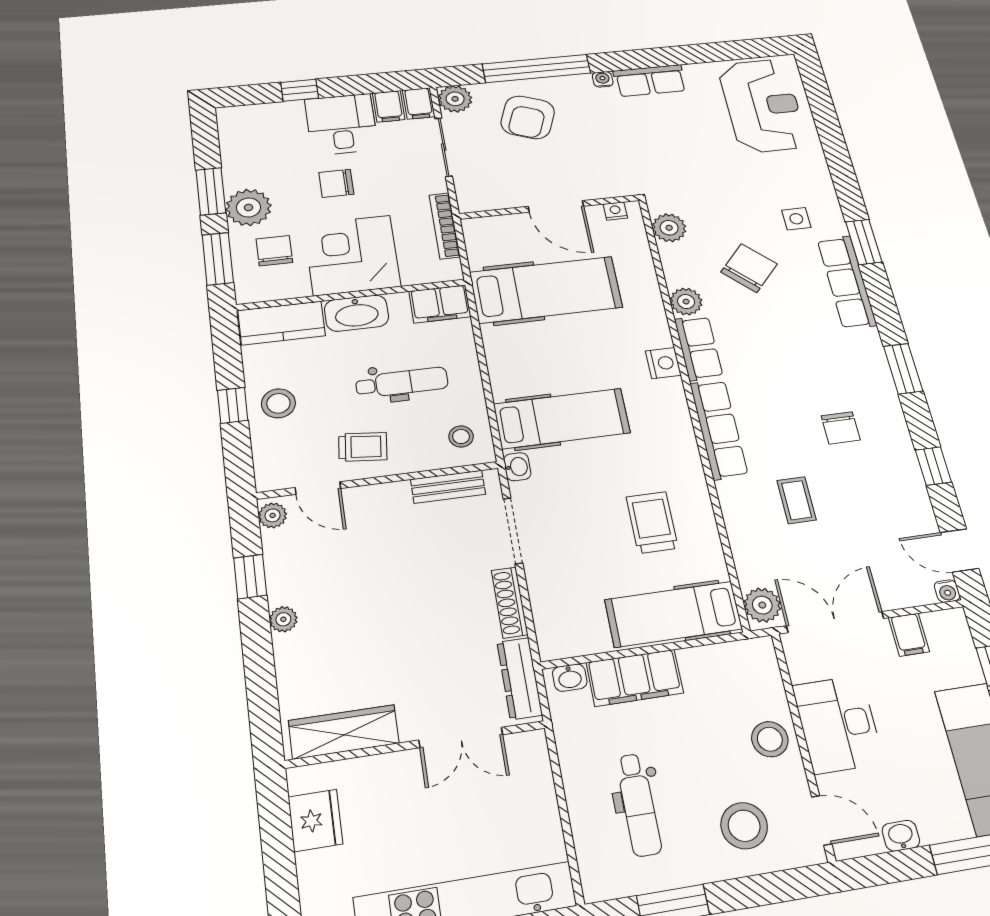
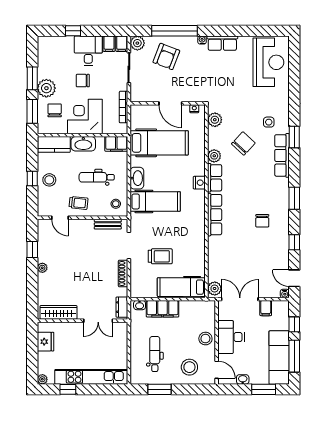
dental chair: (402, 382) -> (97, 177), turned 180
washbasin: (517, 467) -> (137, 178), moved, width x1.91, depth x1.45
coffee table: (797, 500) -> (238, 249), removed
plant: (273, 515) -> (42, 226), removed
trolley: (652, 522) -> (160, 256), moved, turned 90
dresser: (520, 678) -> (122, 307), width x0.70
dental chair: (638, 805) -> (155, 354), turned 180

